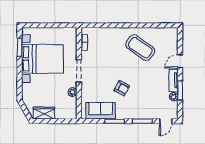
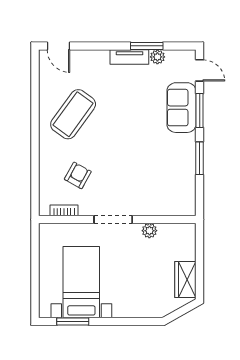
bed with nightstands: (42, 59) -> (81, 282), width x0.73
door: (180, 61) -> (59, 46), moved
armchair: (122, 88) -> (78, 175), moved
sofa: (101, 111) -> (181, 108), moved

